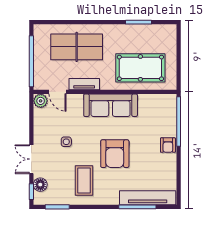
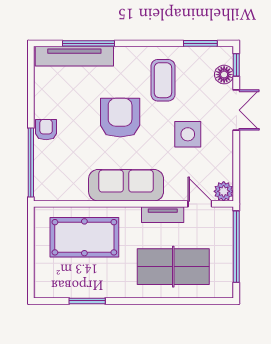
side table: (66, 142) -> (188, 134), width x1.87, depth x1.87

